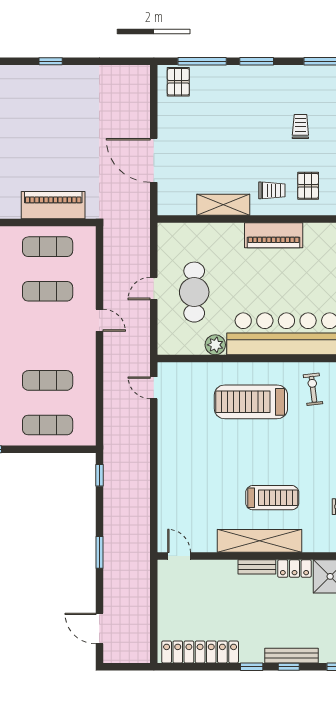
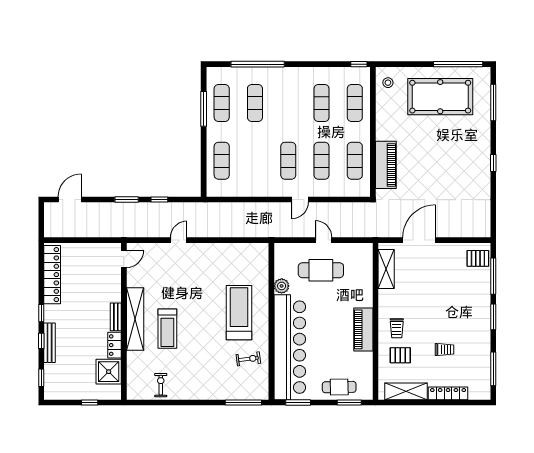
shelving: (223, 205) -> (386, 269), moved
exercise mat: (48, 380) -> (288, 161), moved
door: (154, 388) -> (179, 240), moved
window: (99, 475) -> (159, 200), moved

